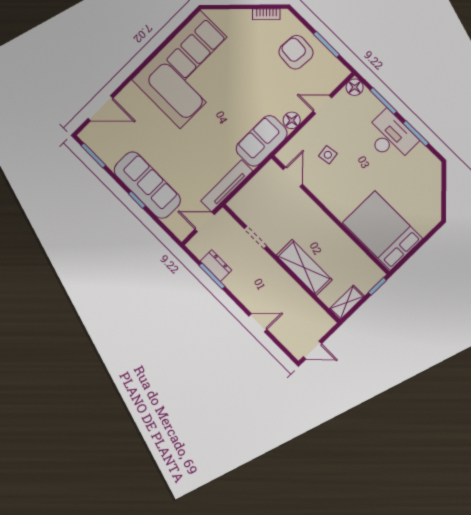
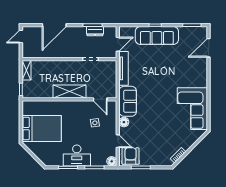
armchair: (296, 52) -> (131, 156), moved, turned -94
corner sofa: (190, 70) -> (192, 109), width x0.73, depth x0.74
door: (322, 105) -> (118, 141), hinge flipped
bed: (383, 231) -> (42, 129), moved
shelving: (304, 268) -> (70, 92), moved
door: (258, 323) -> (54, 25), width x1.87

